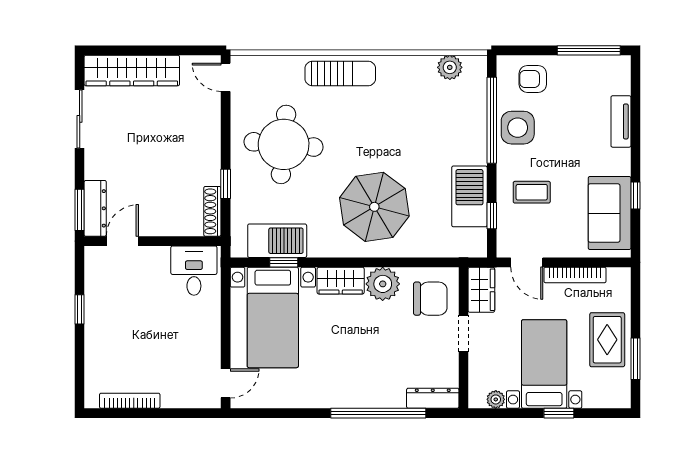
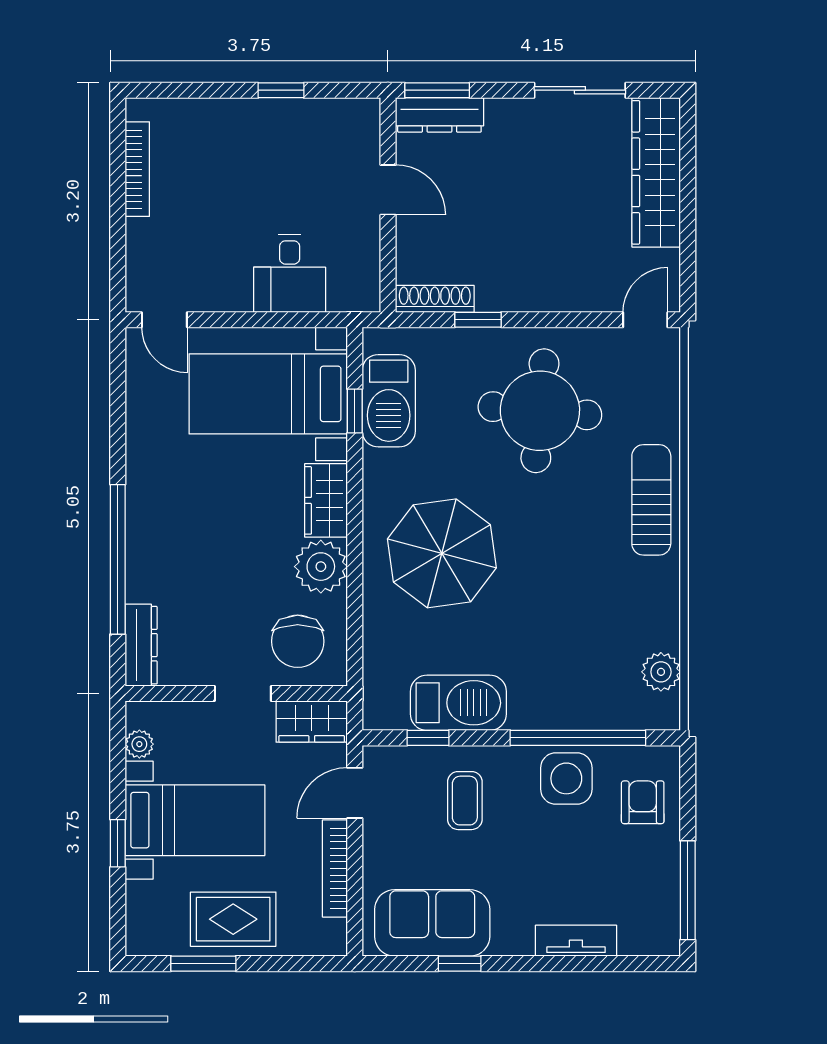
sun lounger: (340, 74) -> (651, 500), turned 180
door: (122, 241) -> (388, 190), moved
desk: (194, 271) -> (290, 273), moved, turned 90

